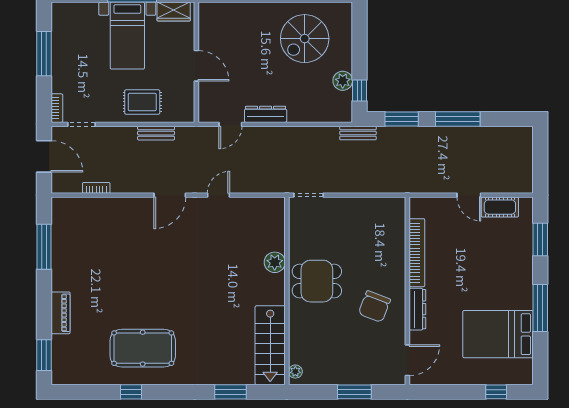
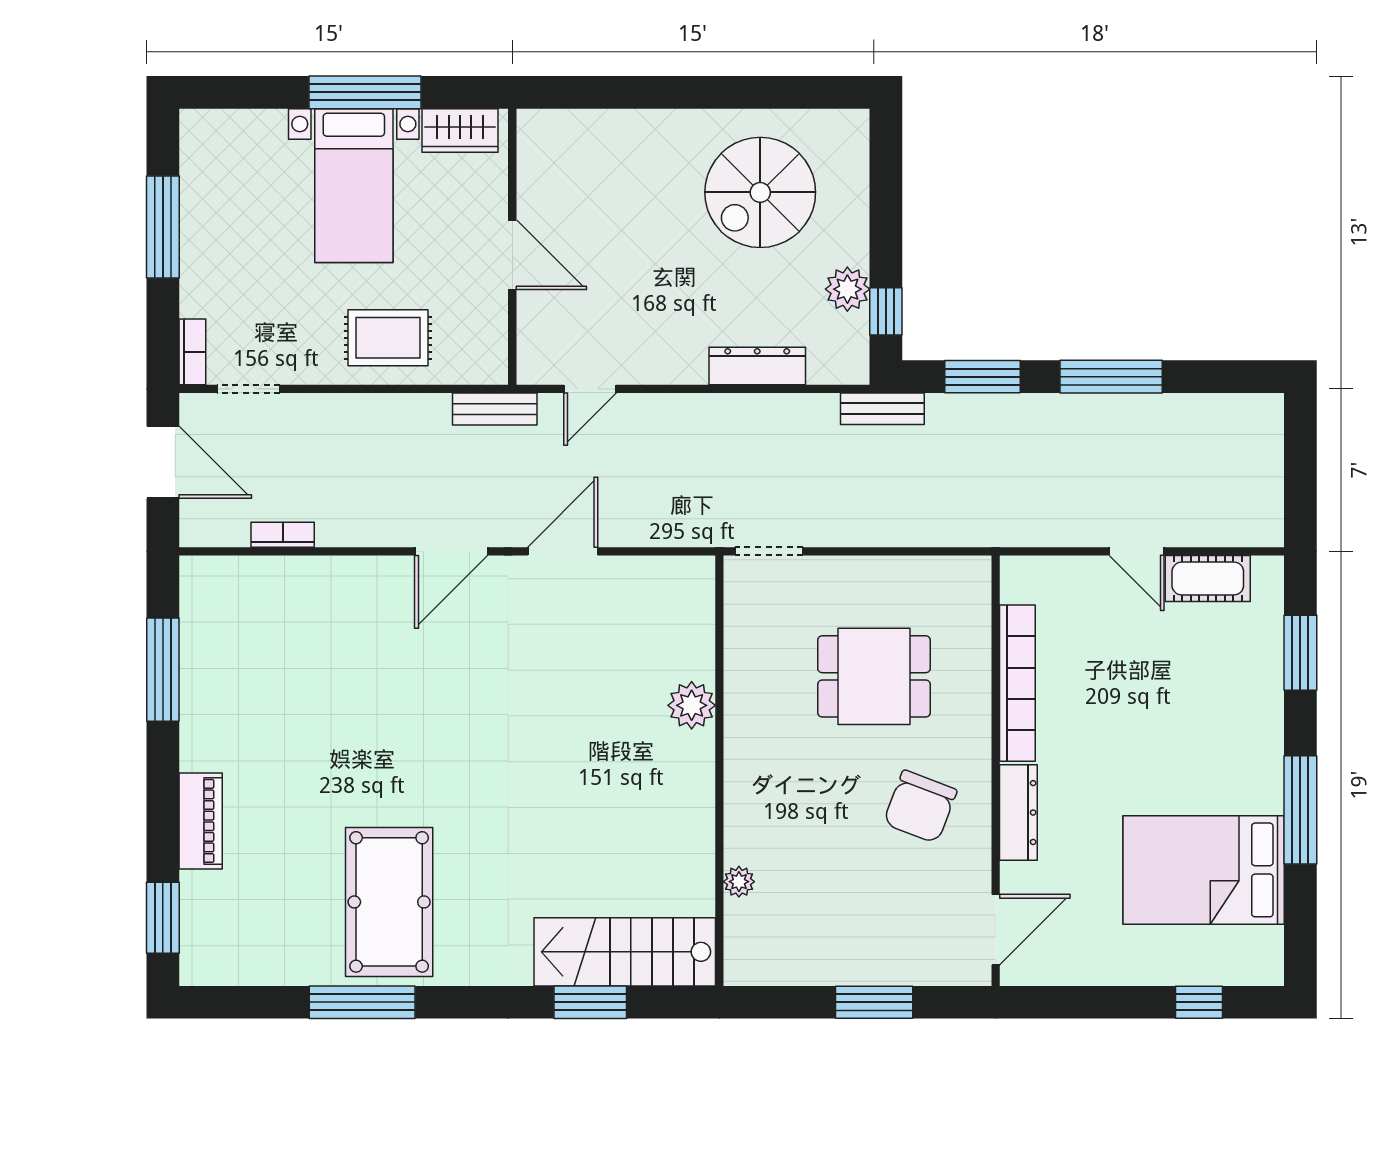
dresser: (266, 114) -> (757, 366), moved
bench: (156, 133) -> (495, 409), moved
door: (218, 195) -> (563, 551), width x1.38
dining table: (317, 281) -> (874, 676), moved
stairs: (270, 345) -> (625, 952), moved, turned 90
pool table: (143, 348) -> (389, 902), turned 90
plant: (295, 372) -> (739, 882), moved
window: (131, 392) -> (362, 1002), width x2.17

